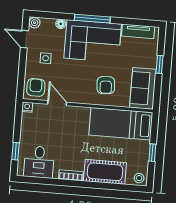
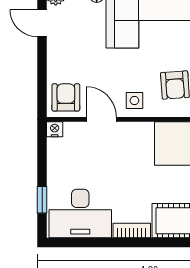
side table: (46, 58) -> (134, 100), moved
desk: (39, 162) -> (80, 214), width x1.37

